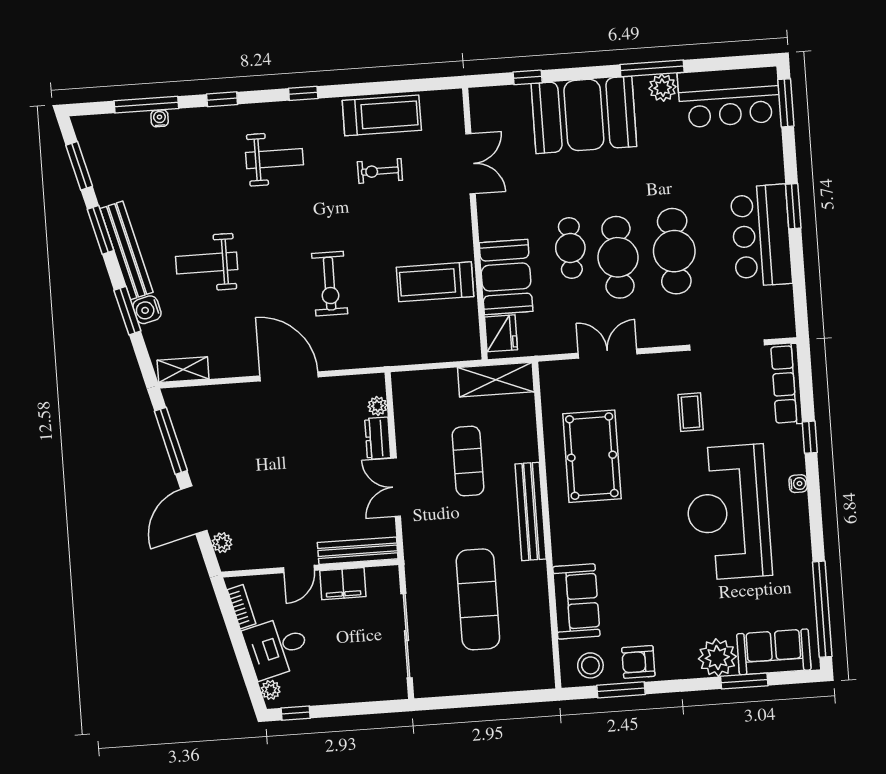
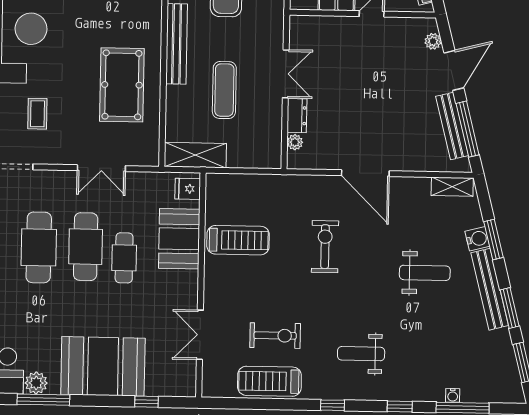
exercise bike: (380, 171) -> (275, 336), width x1.38, depth x1.39
fridge: (501, 333) -> (188, 189), width x0.72
bench: (358, 551) -> (452, 126), moved, turned 76

